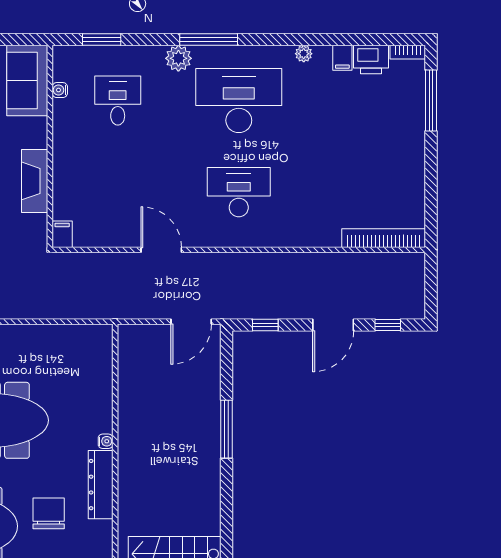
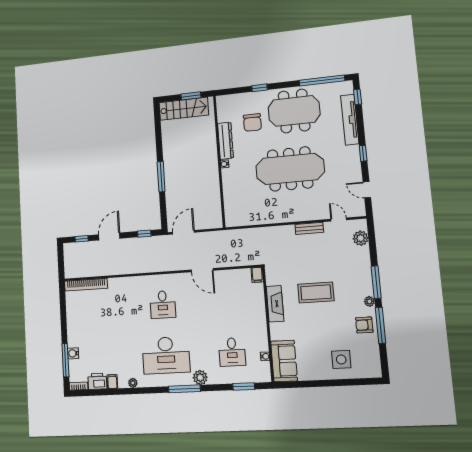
water cooler: (415, 112) -> (73, 353), added
desk: (239, 192) -> (163, 304), width x0.73

